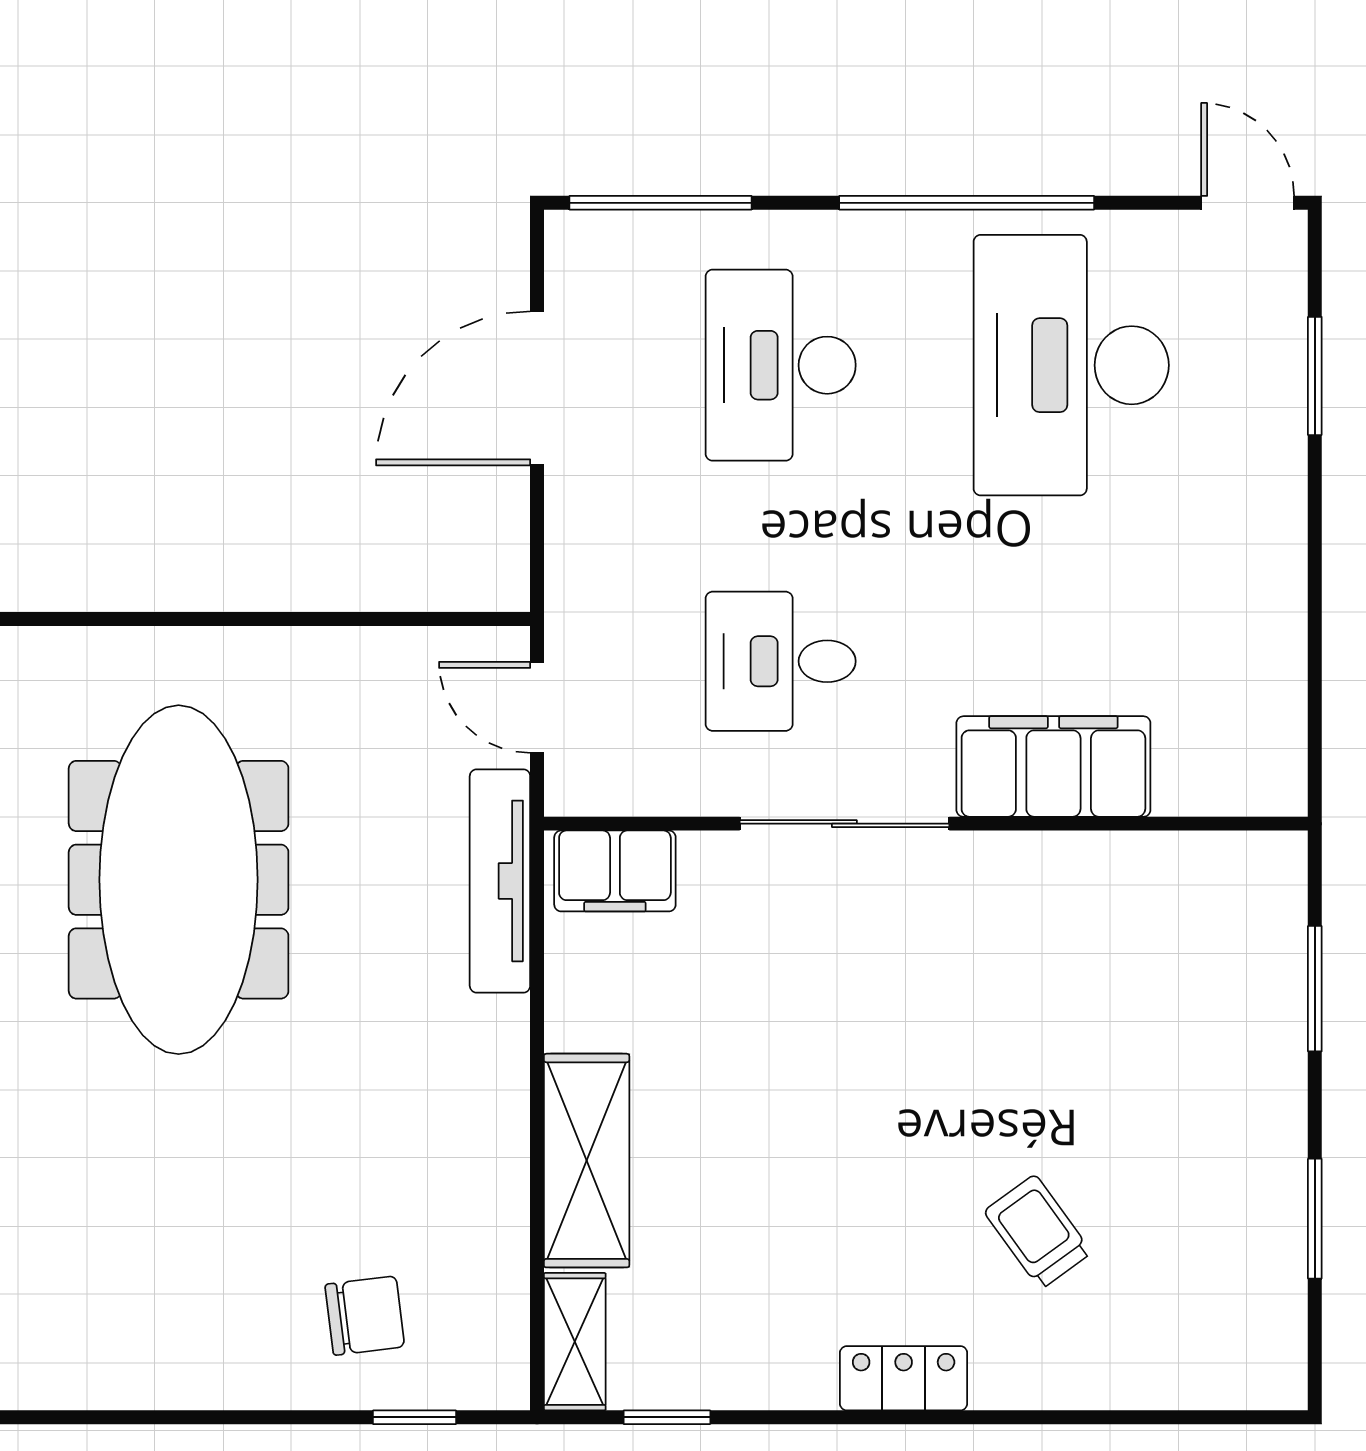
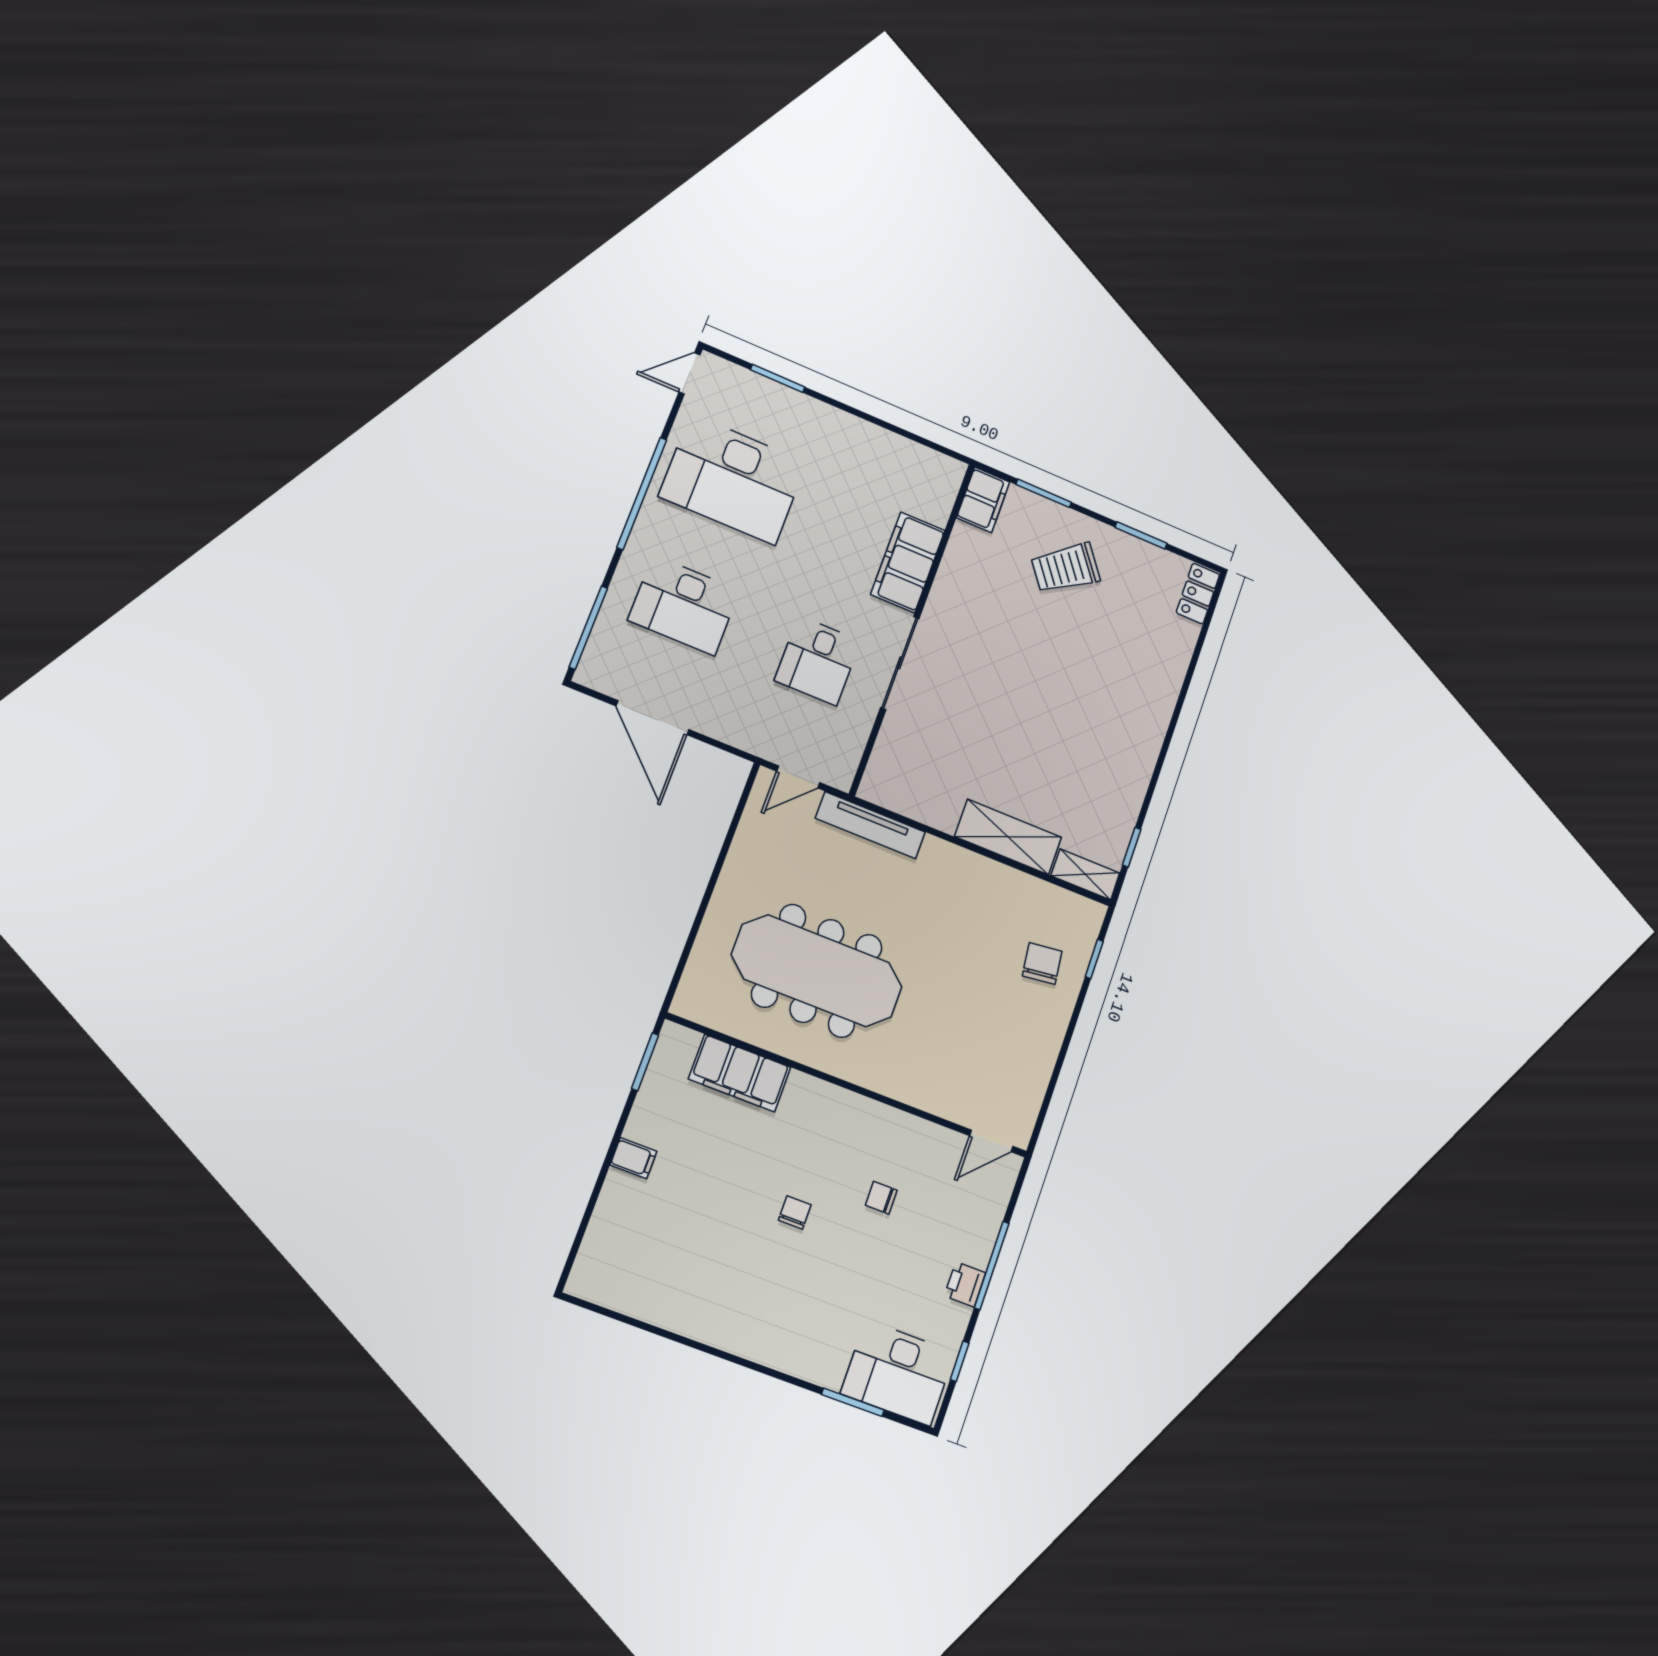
filing cabinet: (615, 871) -> (983, 500), moved
trolley: (1038, 1232) -> (1066, 568), moved, width x1.36, depth x1.39
locker: (904, 1378) -> (1198, 594), moved

